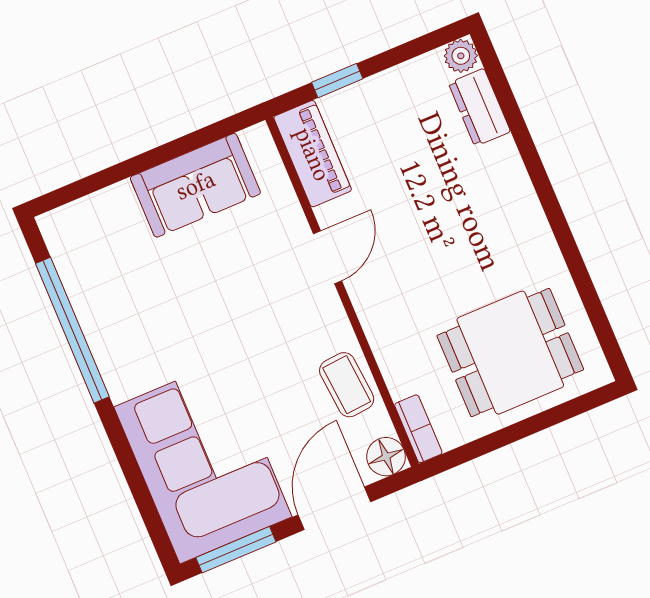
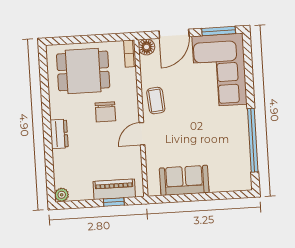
dresser: (479, 107) -> (59, 134), moved
piano: (313, 154) -> (114, 189), moved, turned 90
chair: (428, 278) -> (105, 112), added
coffee table: (347, 385) -> (156, 101), moved

